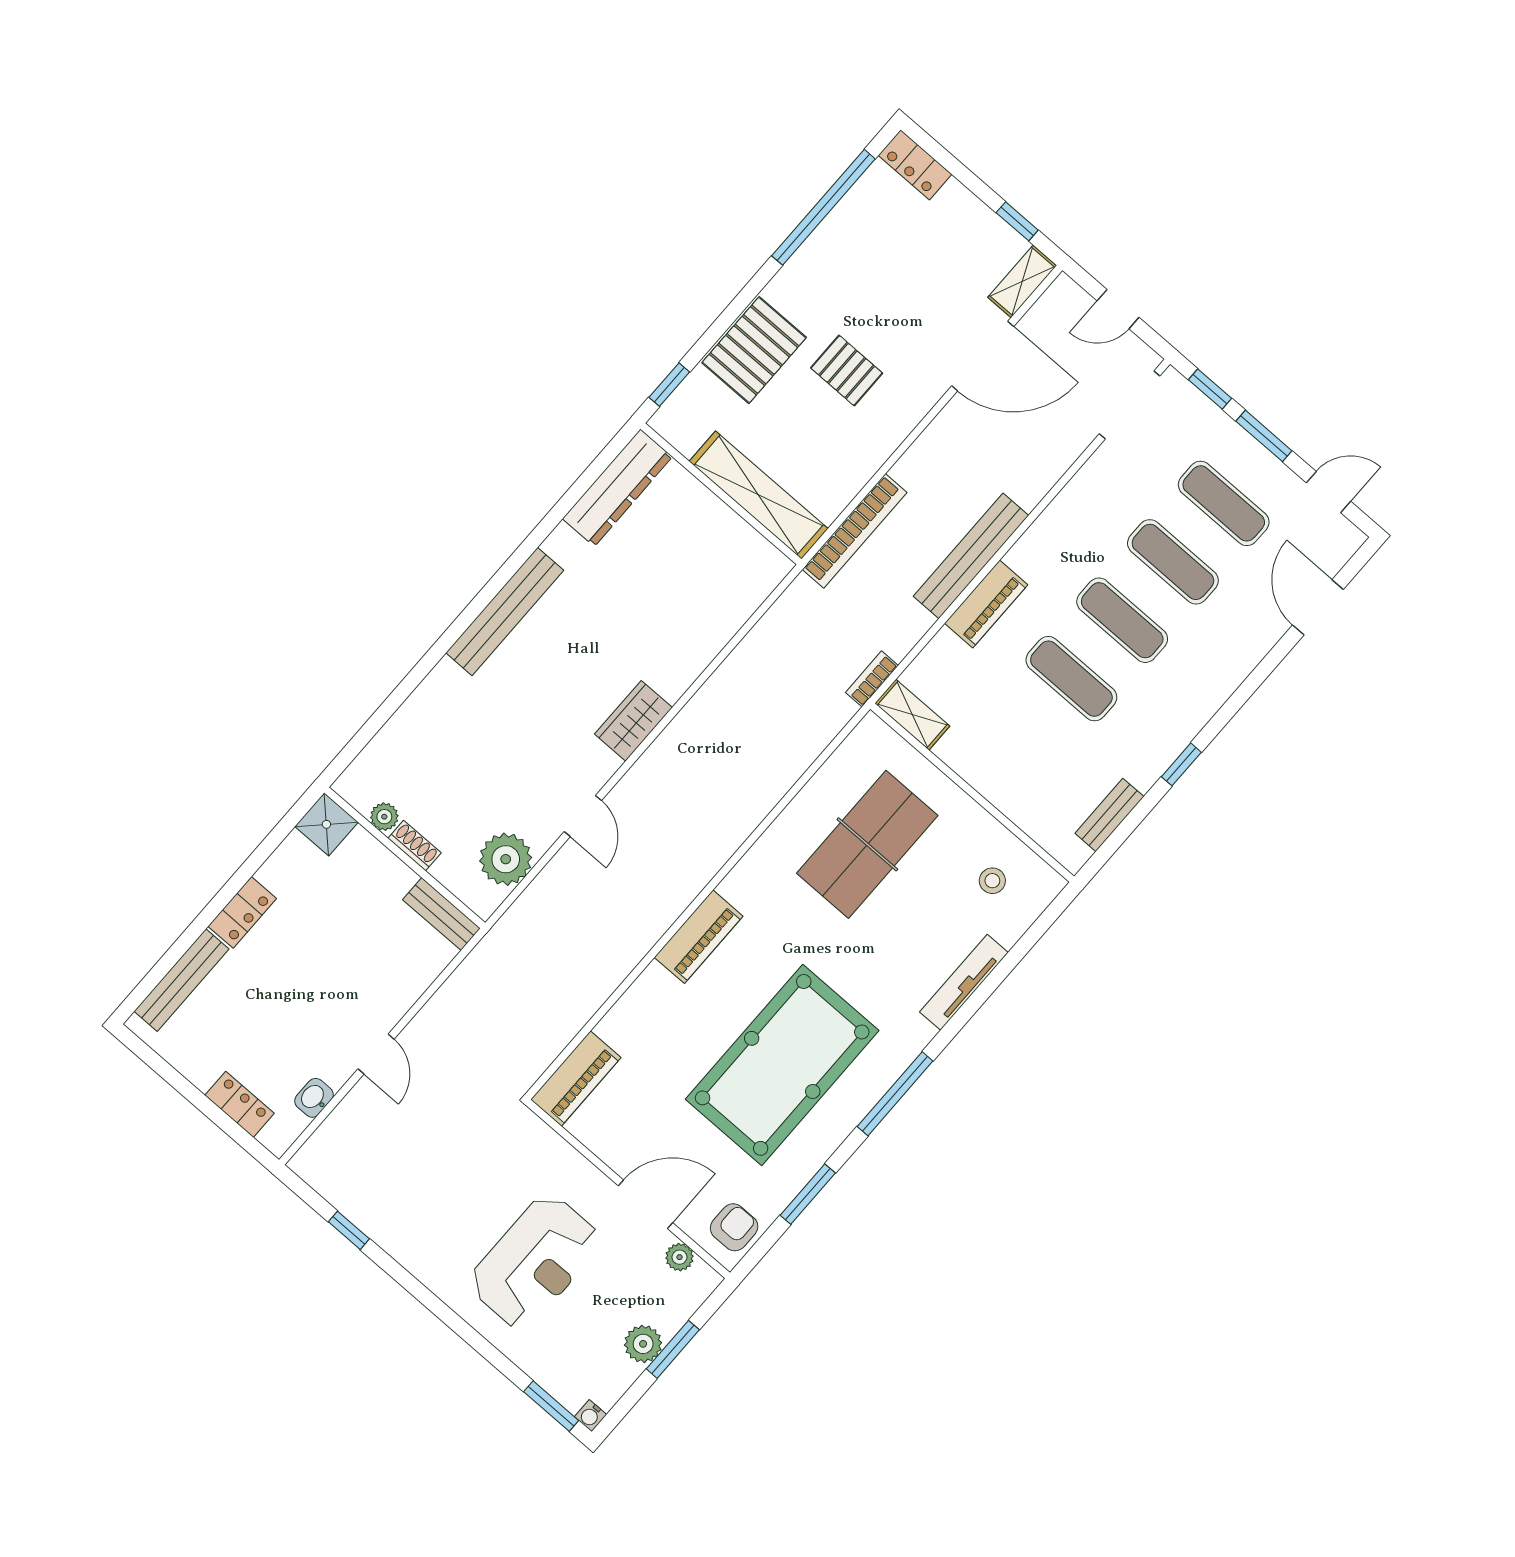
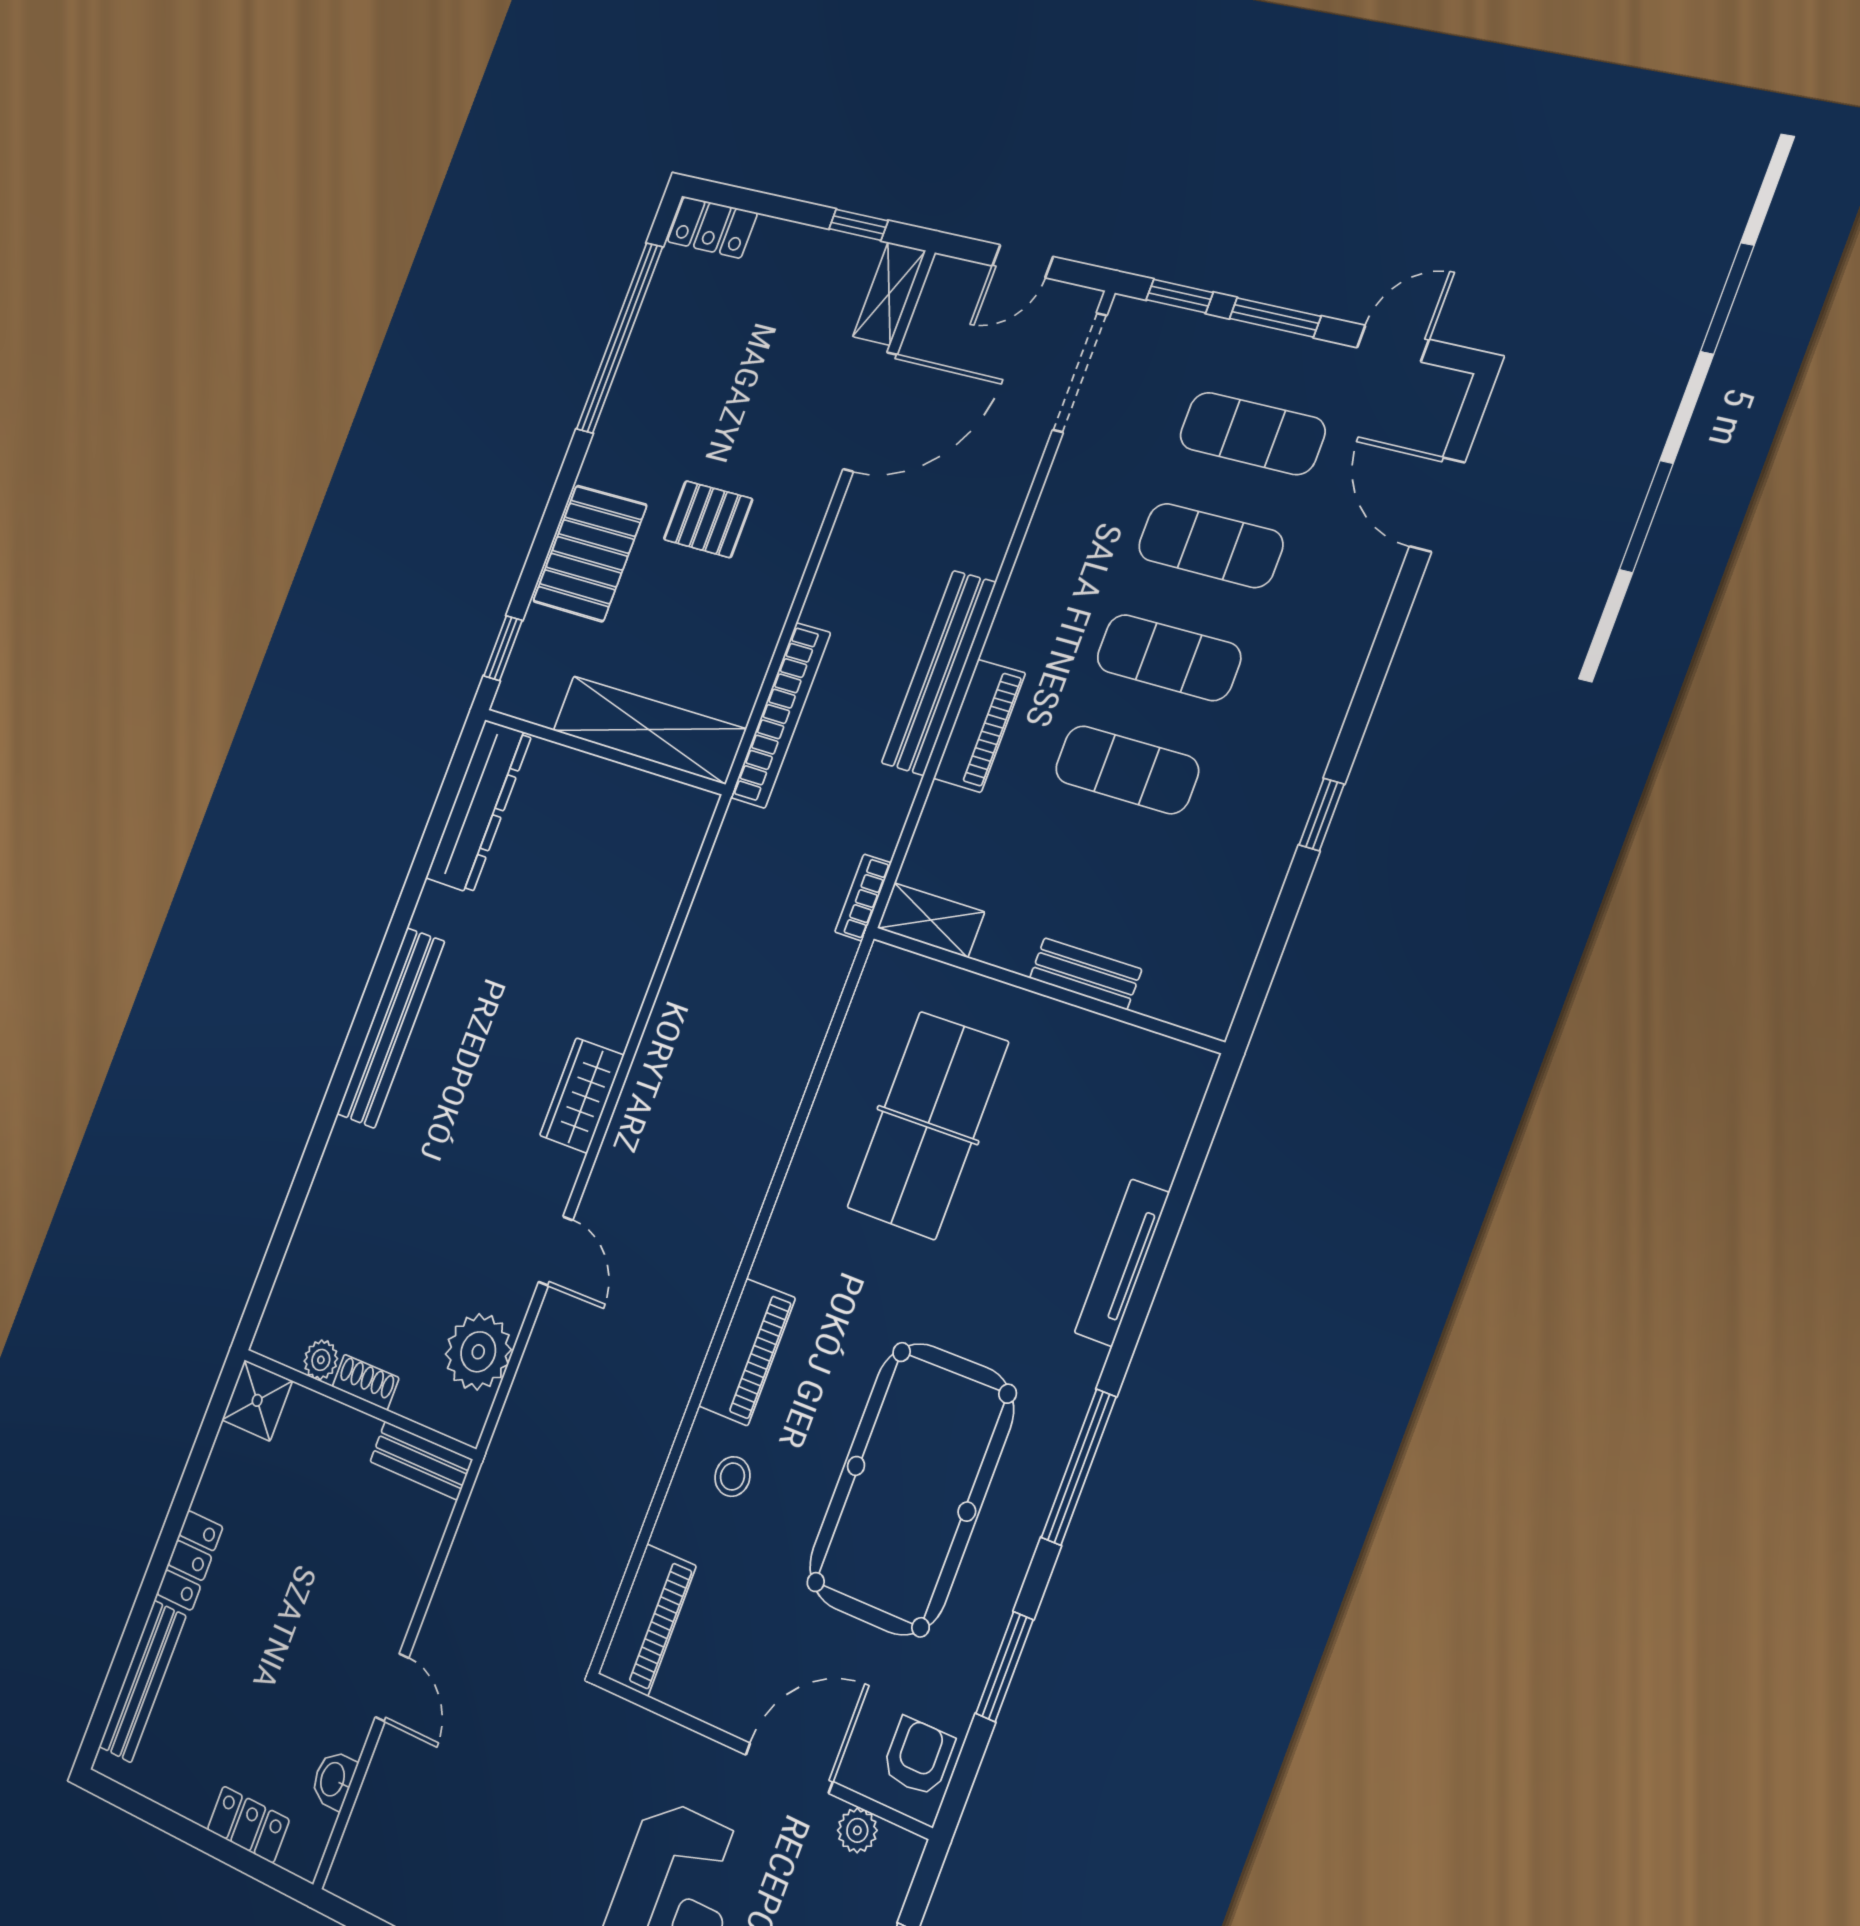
bench: (1109, 815) -> (1085, 974), moved, turned 90
stool: (992, 881) -> (732, 1477), moved

